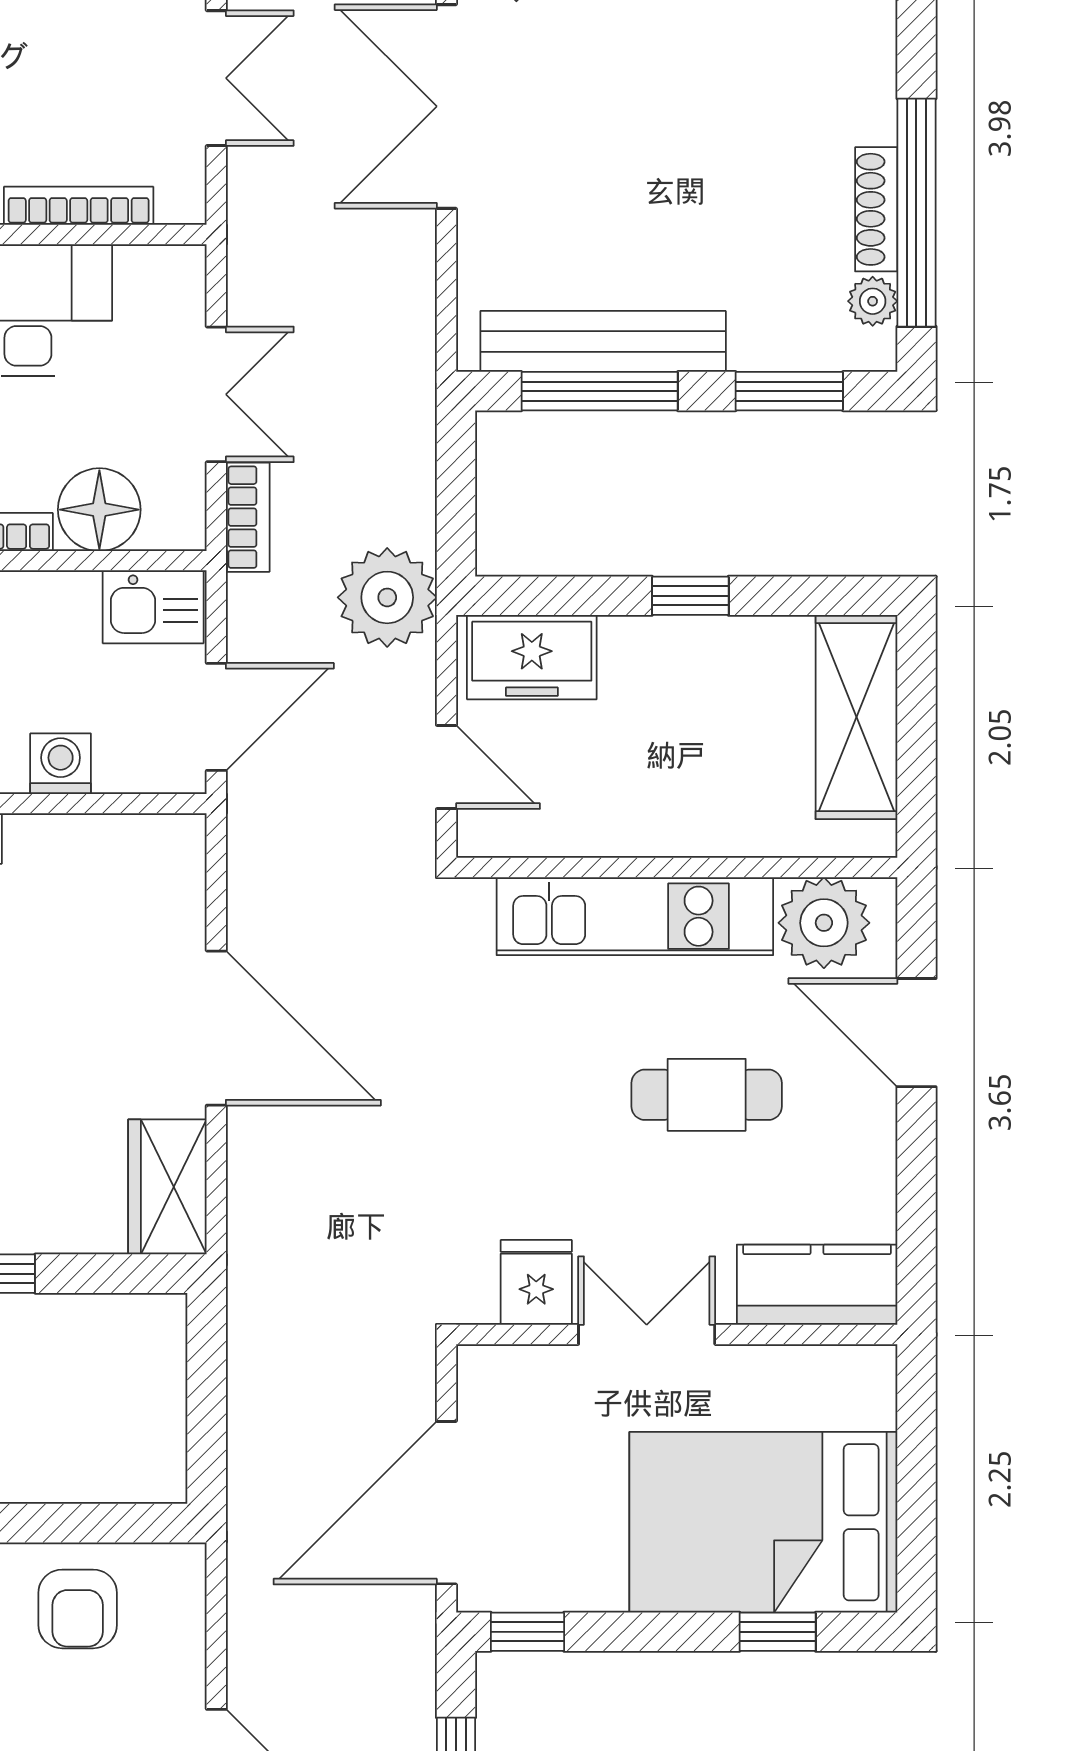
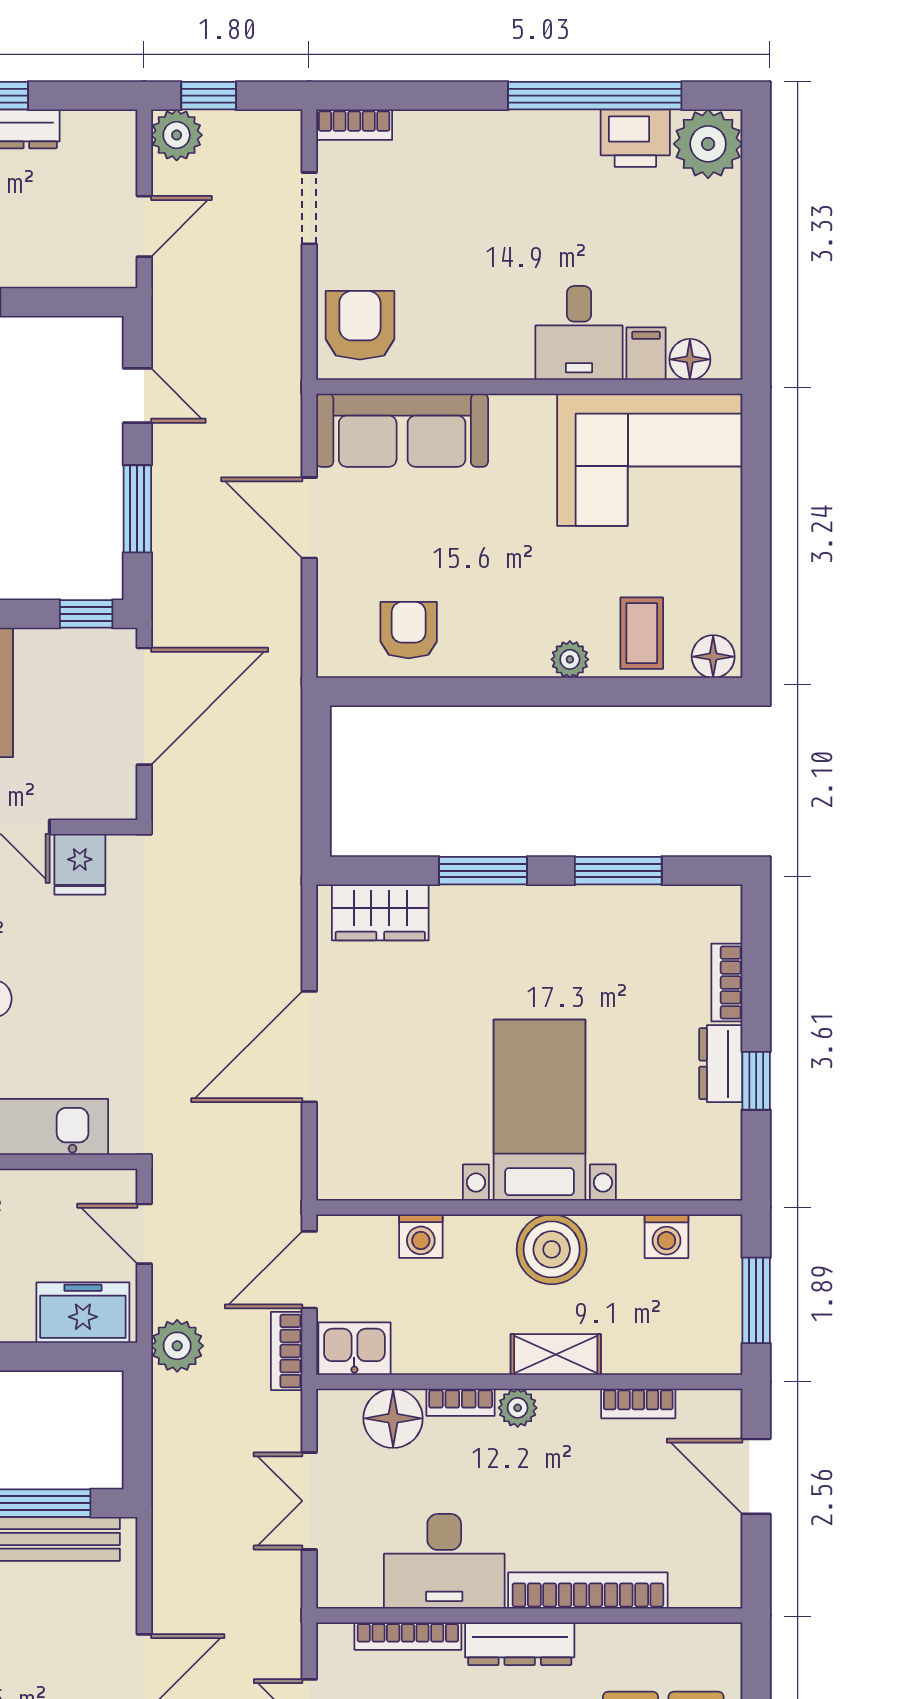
bookcase: (248, 517) -> (287, 1351), moved
plant: (387, 597) -> (177, 1346), width x0.73, depth x0.73
door: (216, 1028) -> (309, 1047), hinge flipped
wardrobe: (167, 1187) -> (380, 912), moved, turned 90

